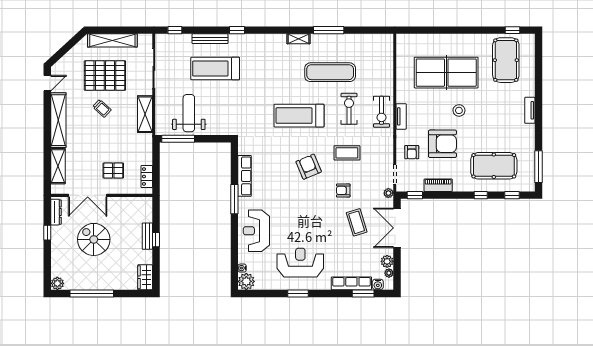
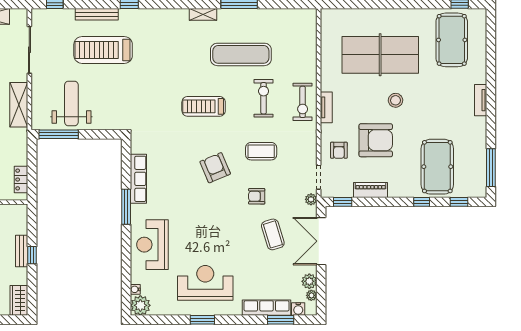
treadmill: (299, 116) -> (204, 106), width x0.73, depth x0.73
pool table: (494, 166) -> (437, 167), turned 90

